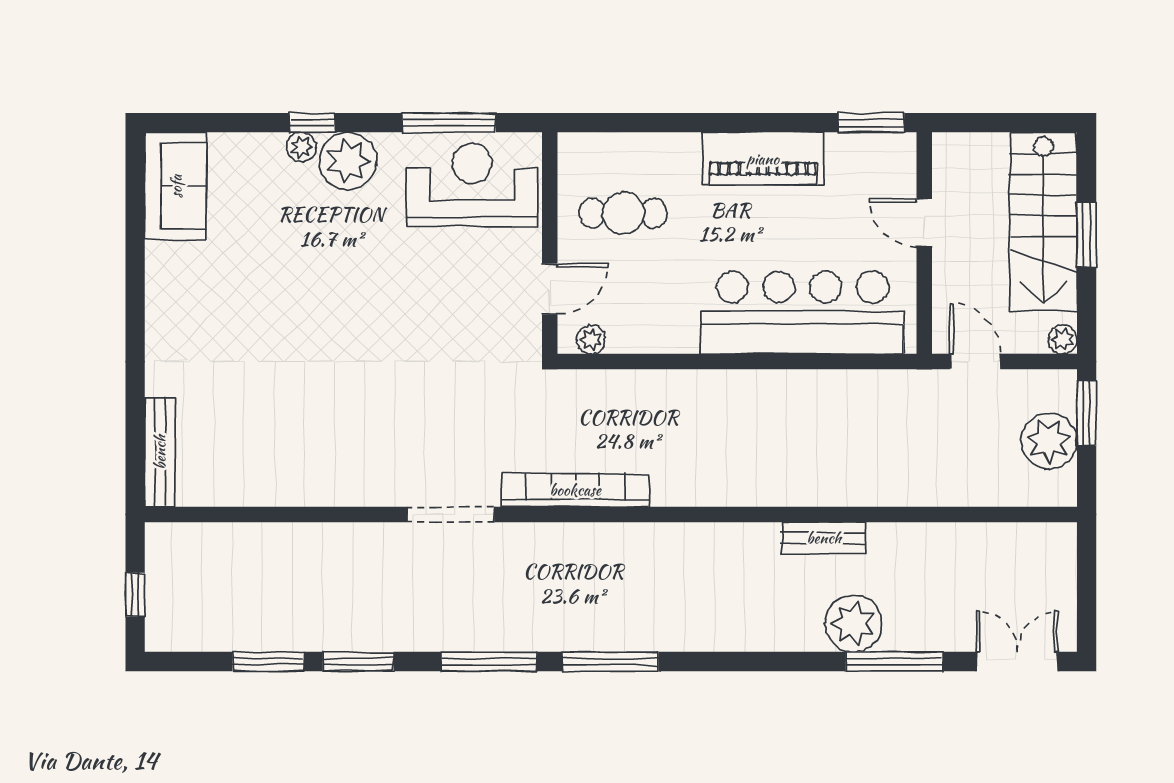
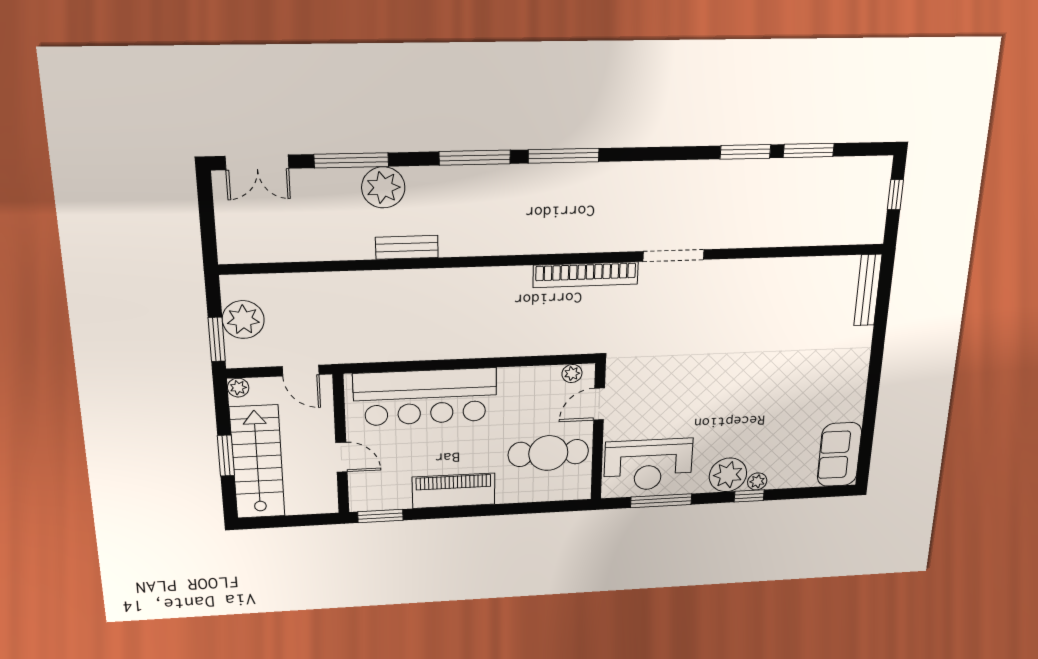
cafe table: (623, 213) -> (548, 453), width x1.37, depth x1.35
window: (489, 662) -> (475, 158), moved

